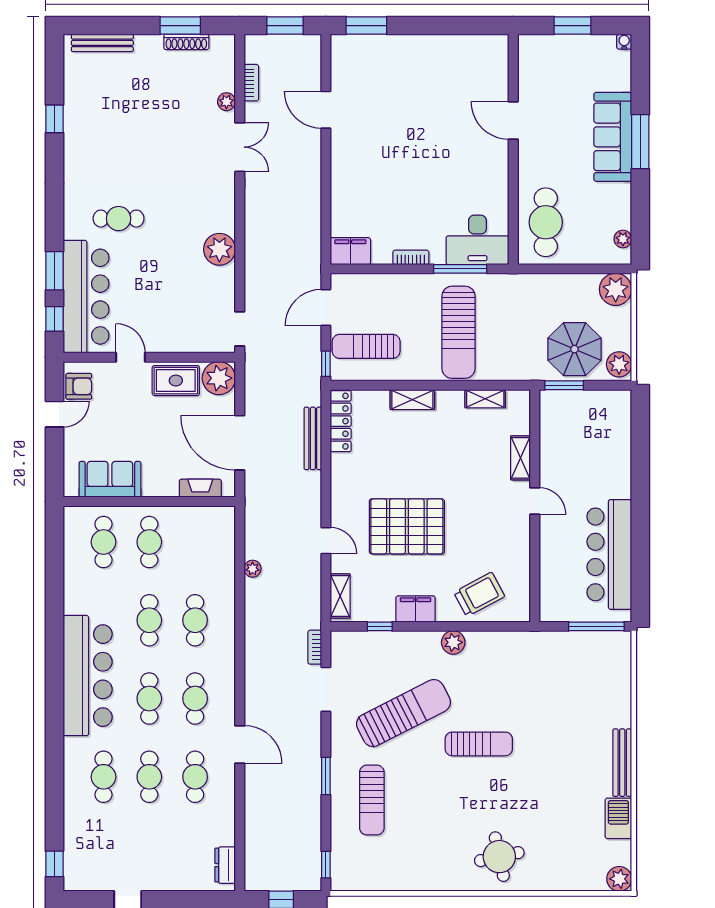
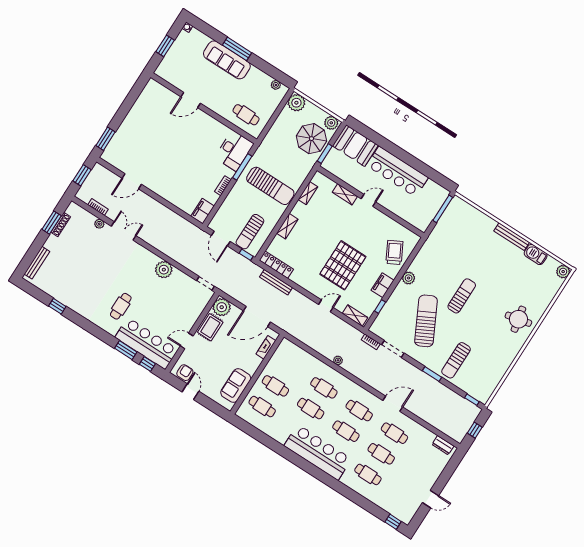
cafe table: (546, 222) -> (246, 115), width x0.73, depth x0.74
booth: (608, 425) -> (355, 146), added
bar counter: (609, 554) -> (397, 172), moved
plant: (253, 569) -> (338, 360), moved
sun lounger: (372, 800) -> (456, 360), turned 90

